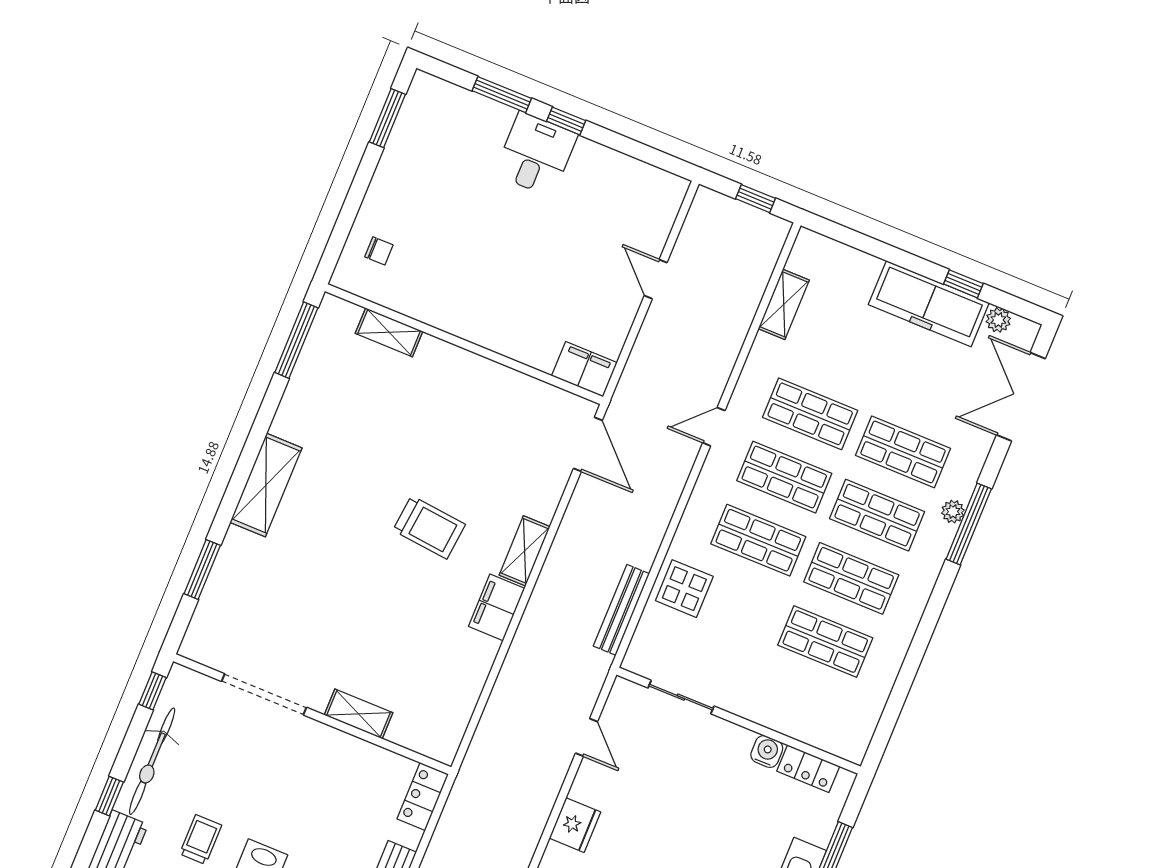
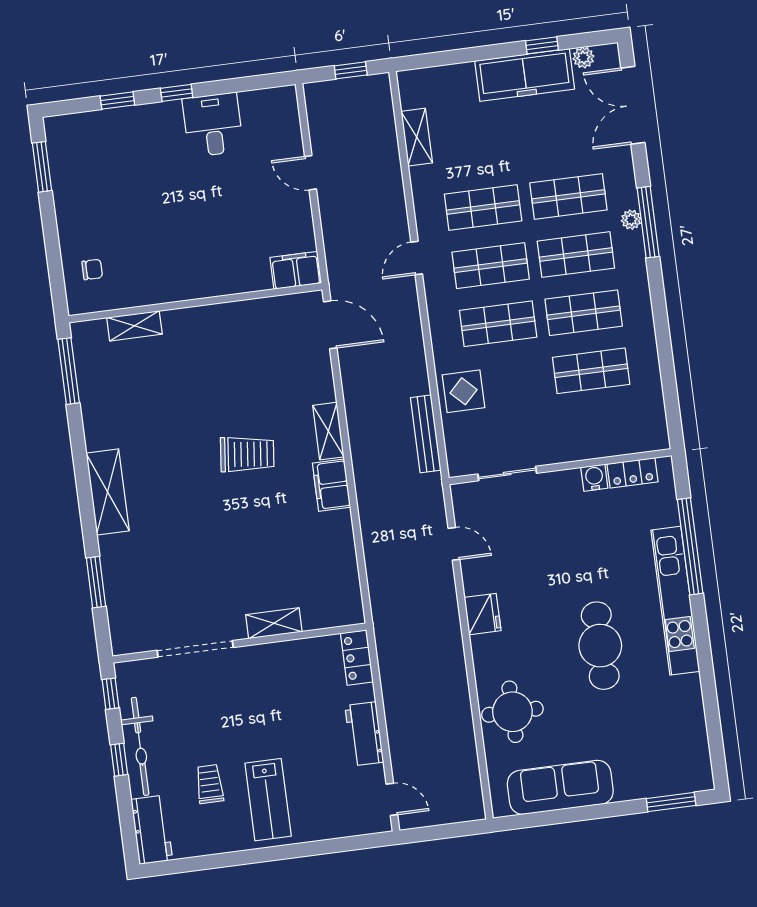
window: (502, 95) -> (117, 101), width x0.67
desk: (536, 154) -> (213, 125), moved
window: (109, 796) -> (119, 760), moved

